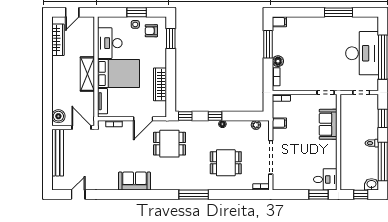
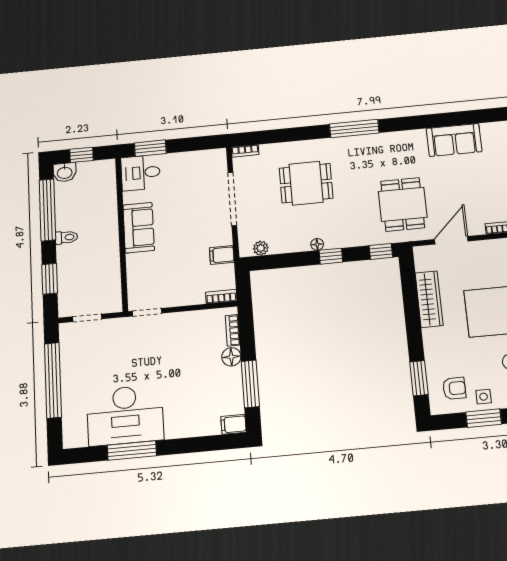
desk: (362, 53) -> (125, 415), moved, turned -90
sofa: (328, 124) -> (139, 228), moved
dining table: (169, 144) -> (403, 204), turned 90

